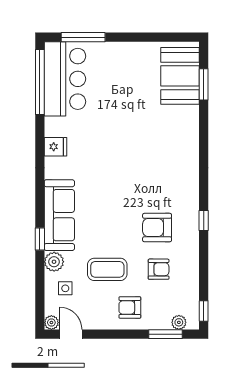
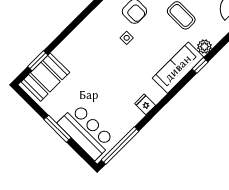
window: (83, 37) -> (58, 129), moved
bar counter: (65, 79) -> (86, 132), moved, turned 90
side table: (65, 288) -> (127, 38), moved

